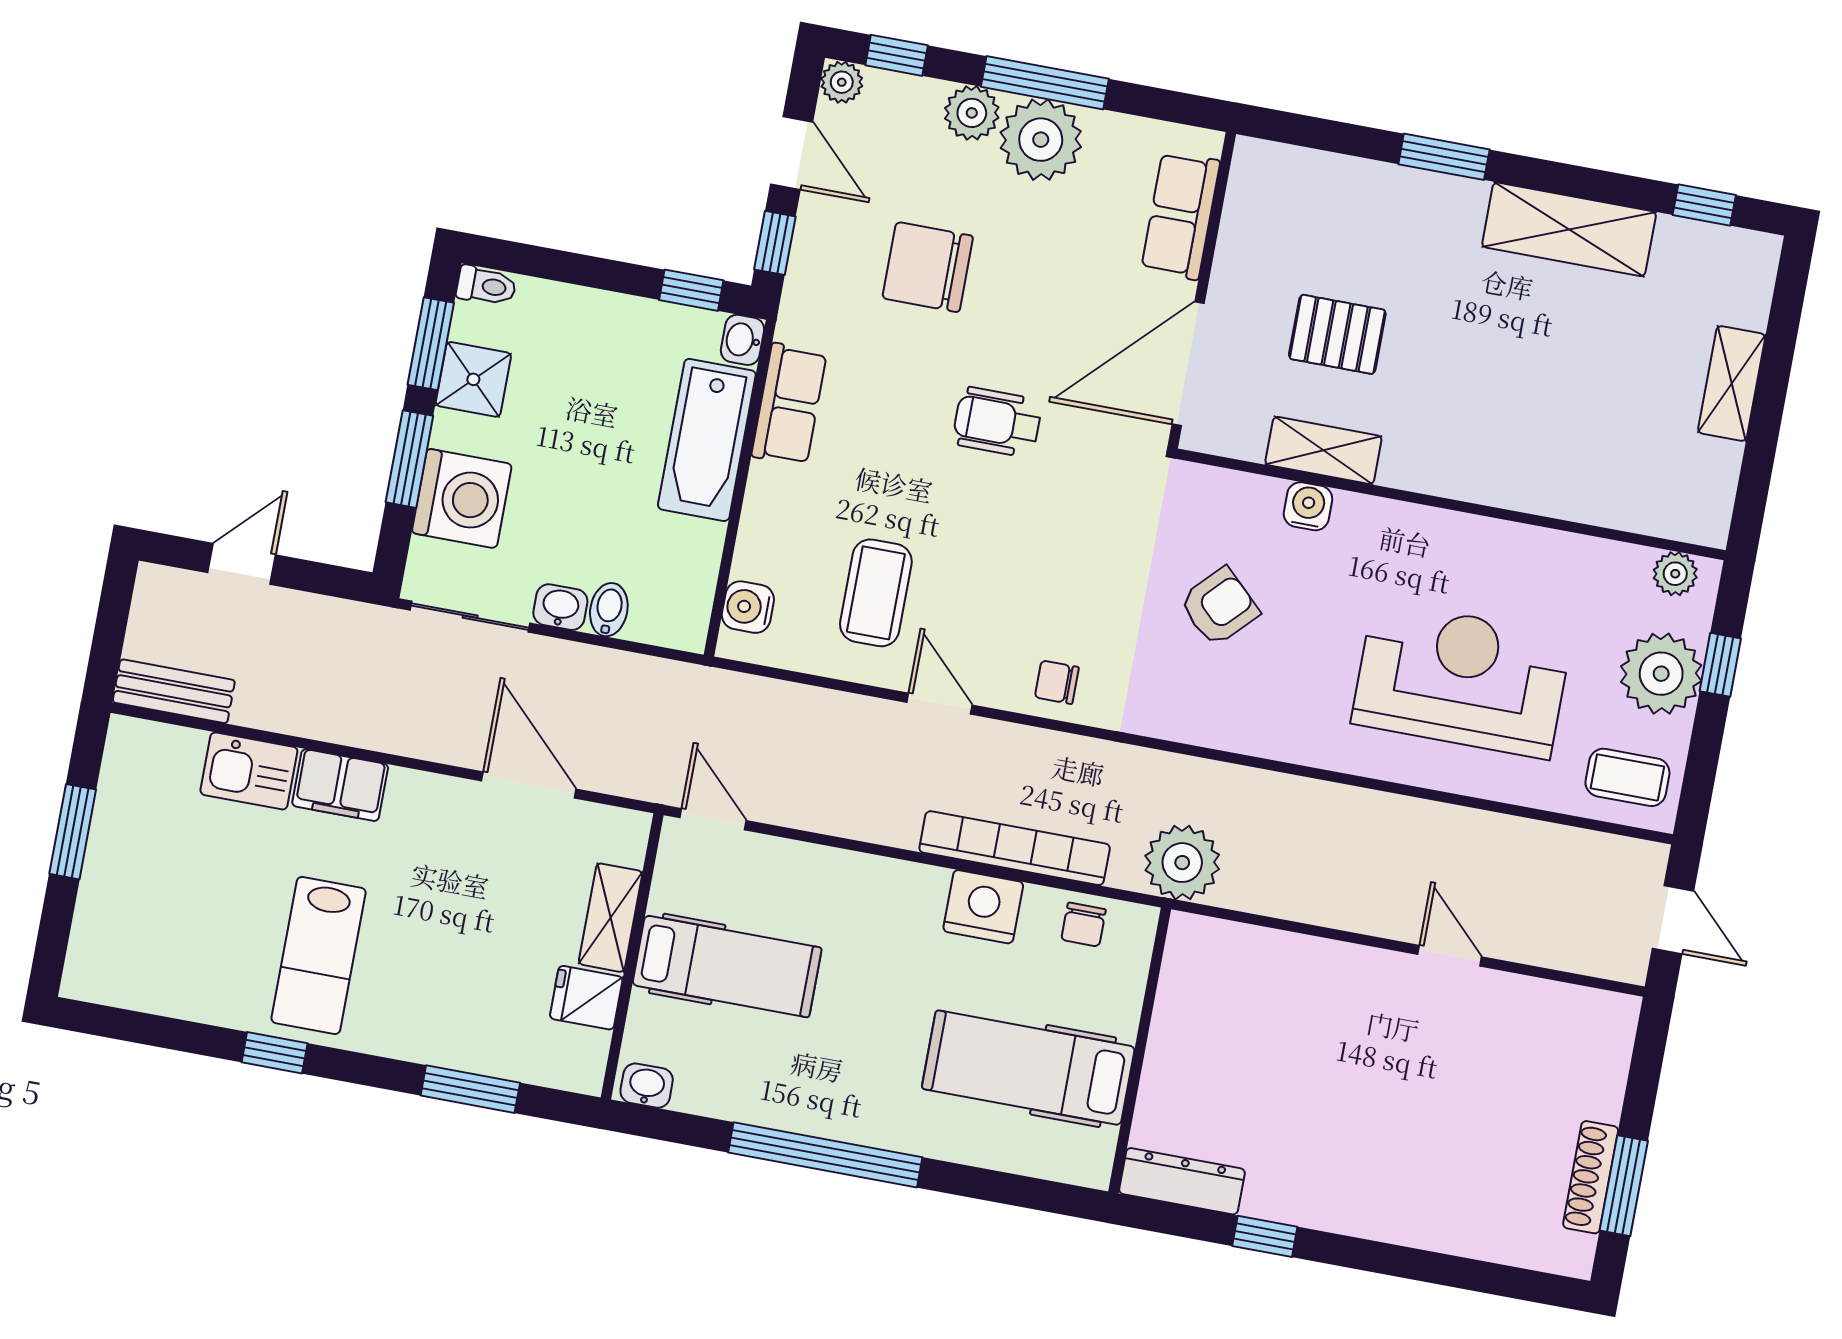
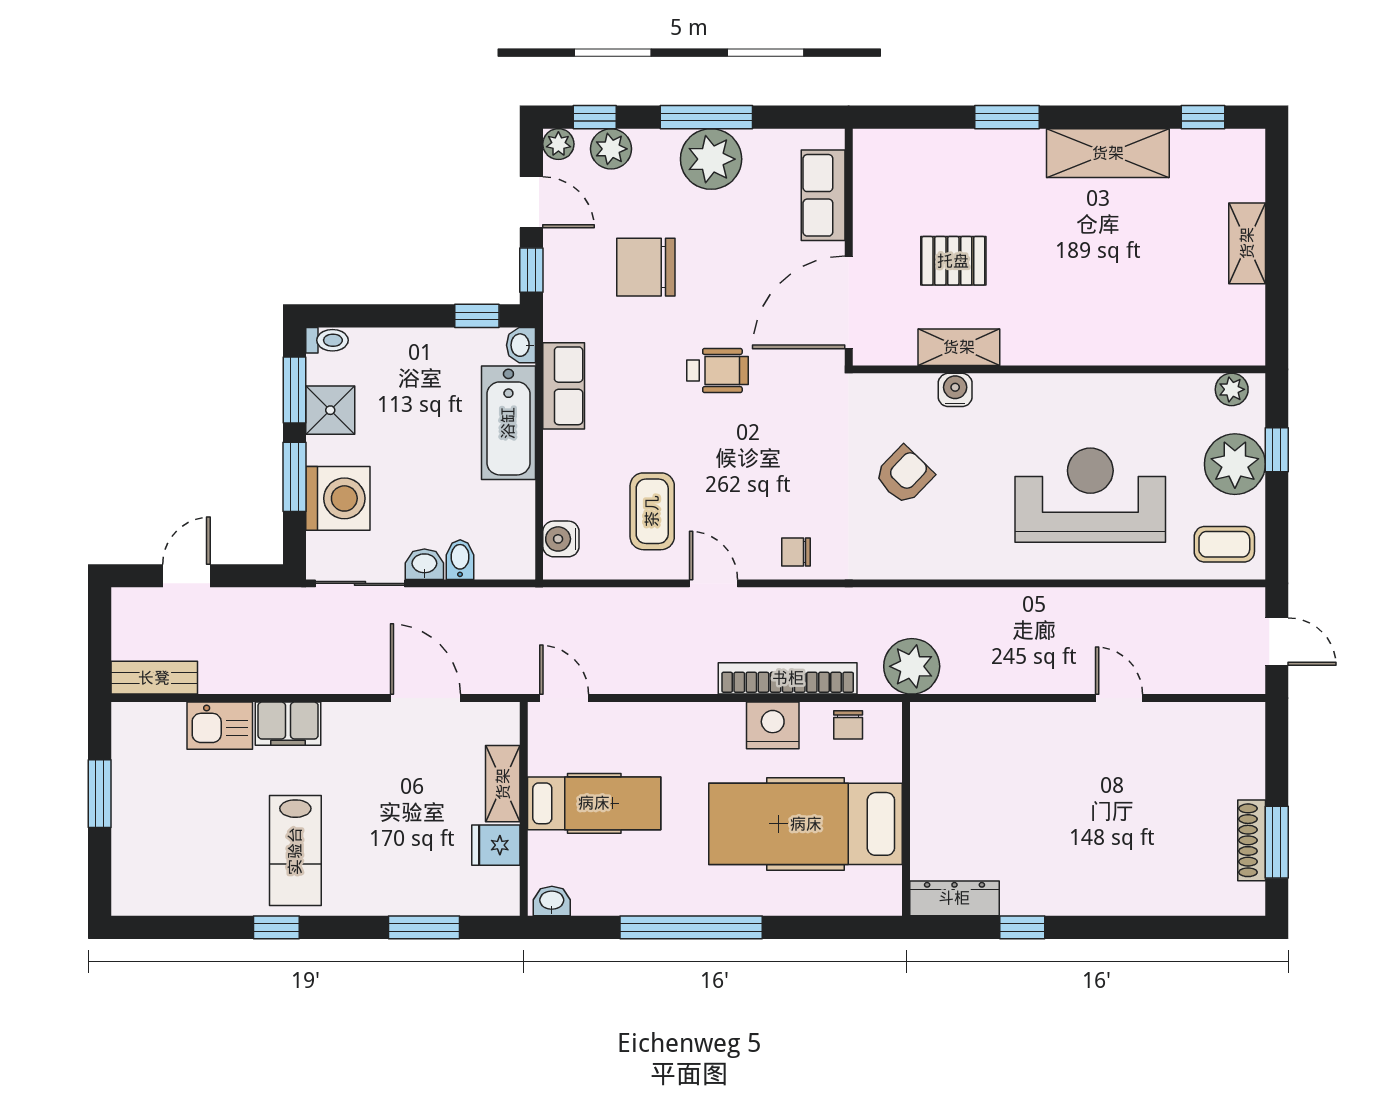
plant: (972, 113) -> (611, 149), moved
wheelchair: (997, 422) -> (718, 371), turned 180
hospital bed: (1028, 1068) -> (806, 824), width x1.37, depth x1.29

